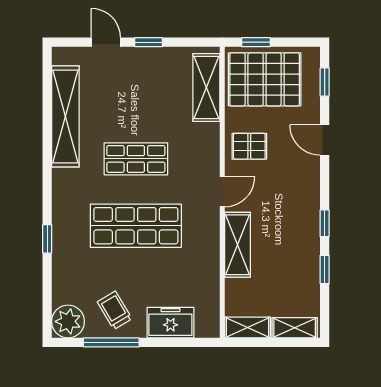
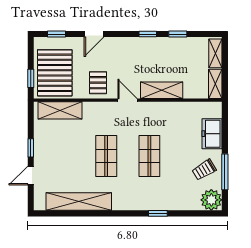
shop shelf: (136, 226) -> (149, 156), width x0.70, depth x0.74

